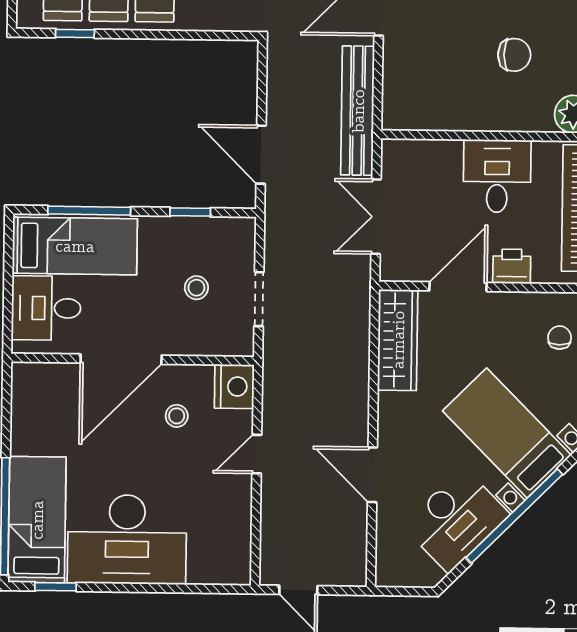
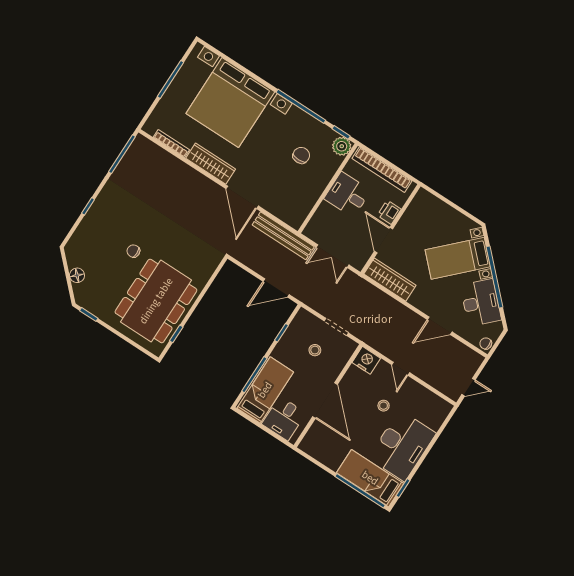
chair: (560, 338) -> (486, 344), moved
stool: (177, 416) -> (384, 406), moved

